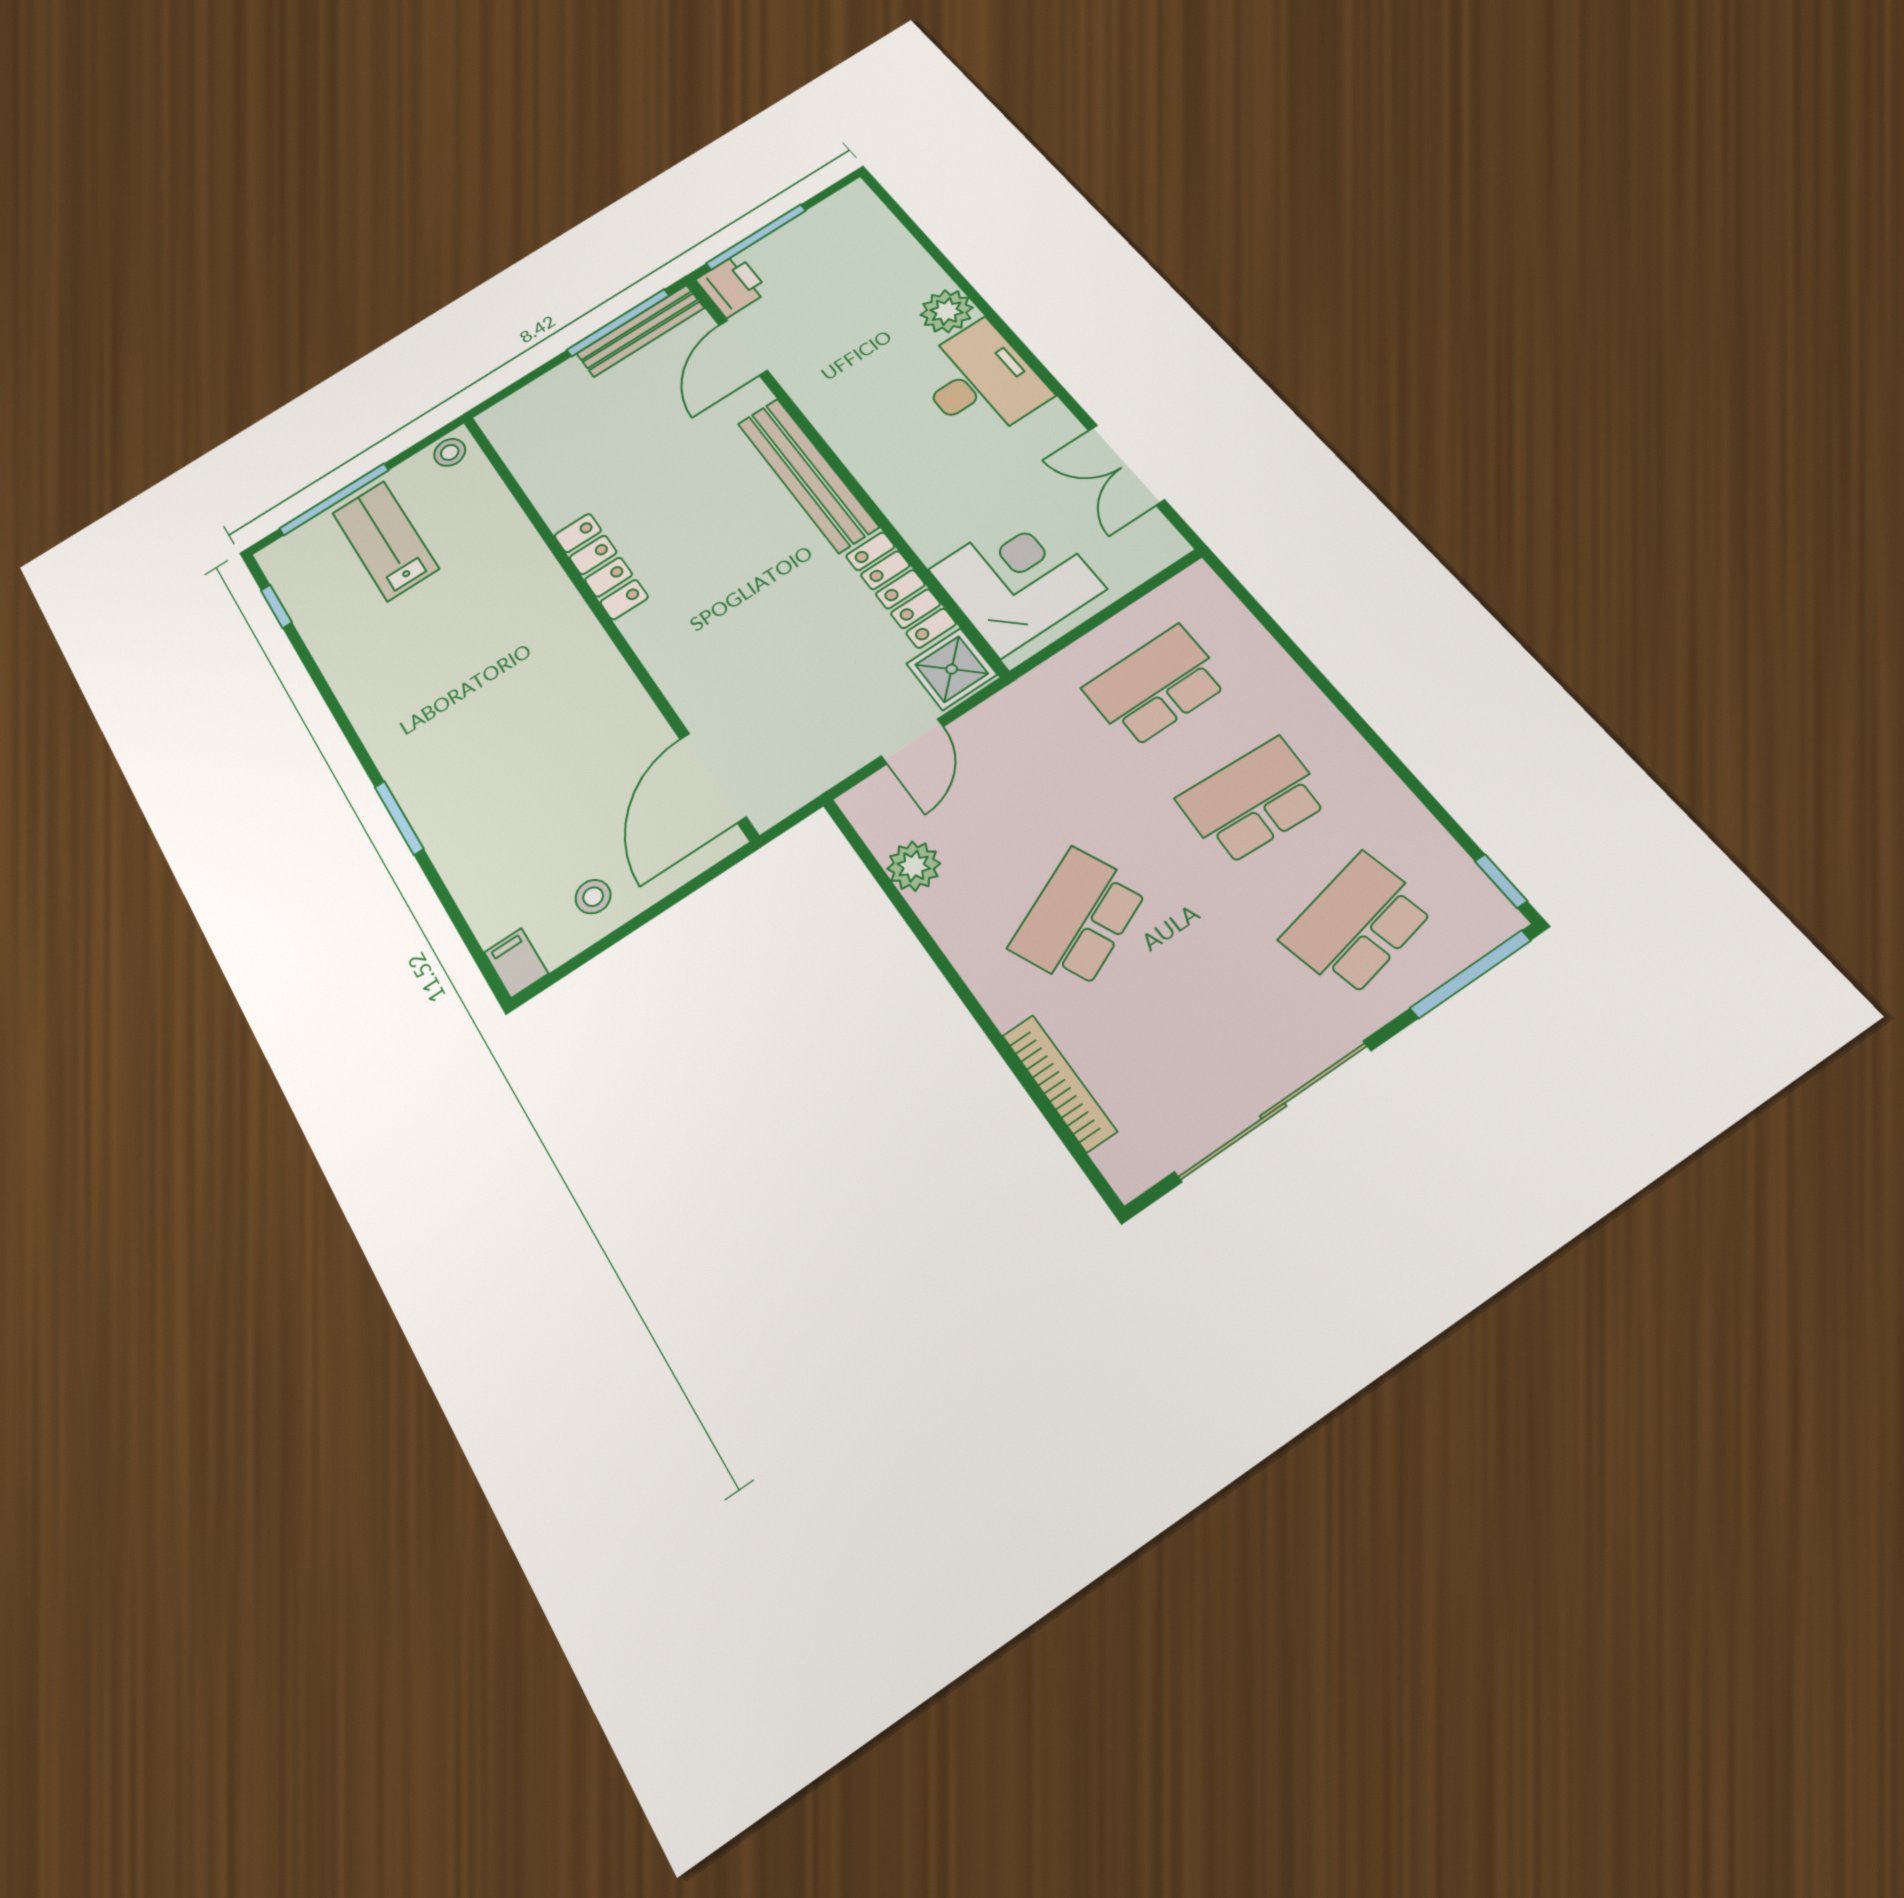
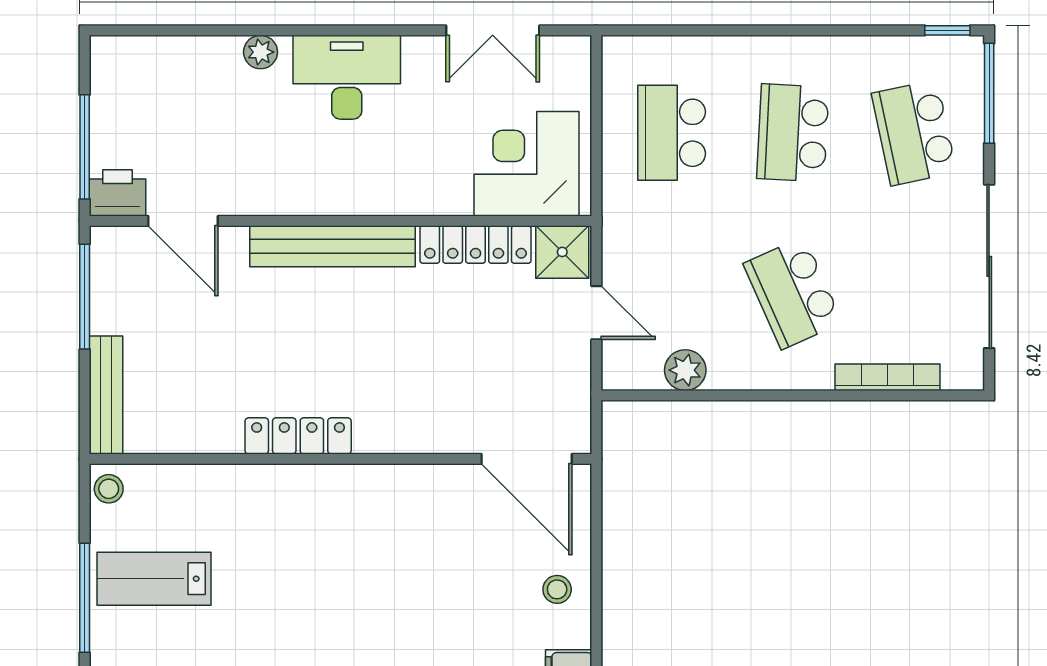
plant: (947, 311) -> (261, 52), width x0.73, depth x0.73
bench: (640, 331) -> (106, 395), moved

